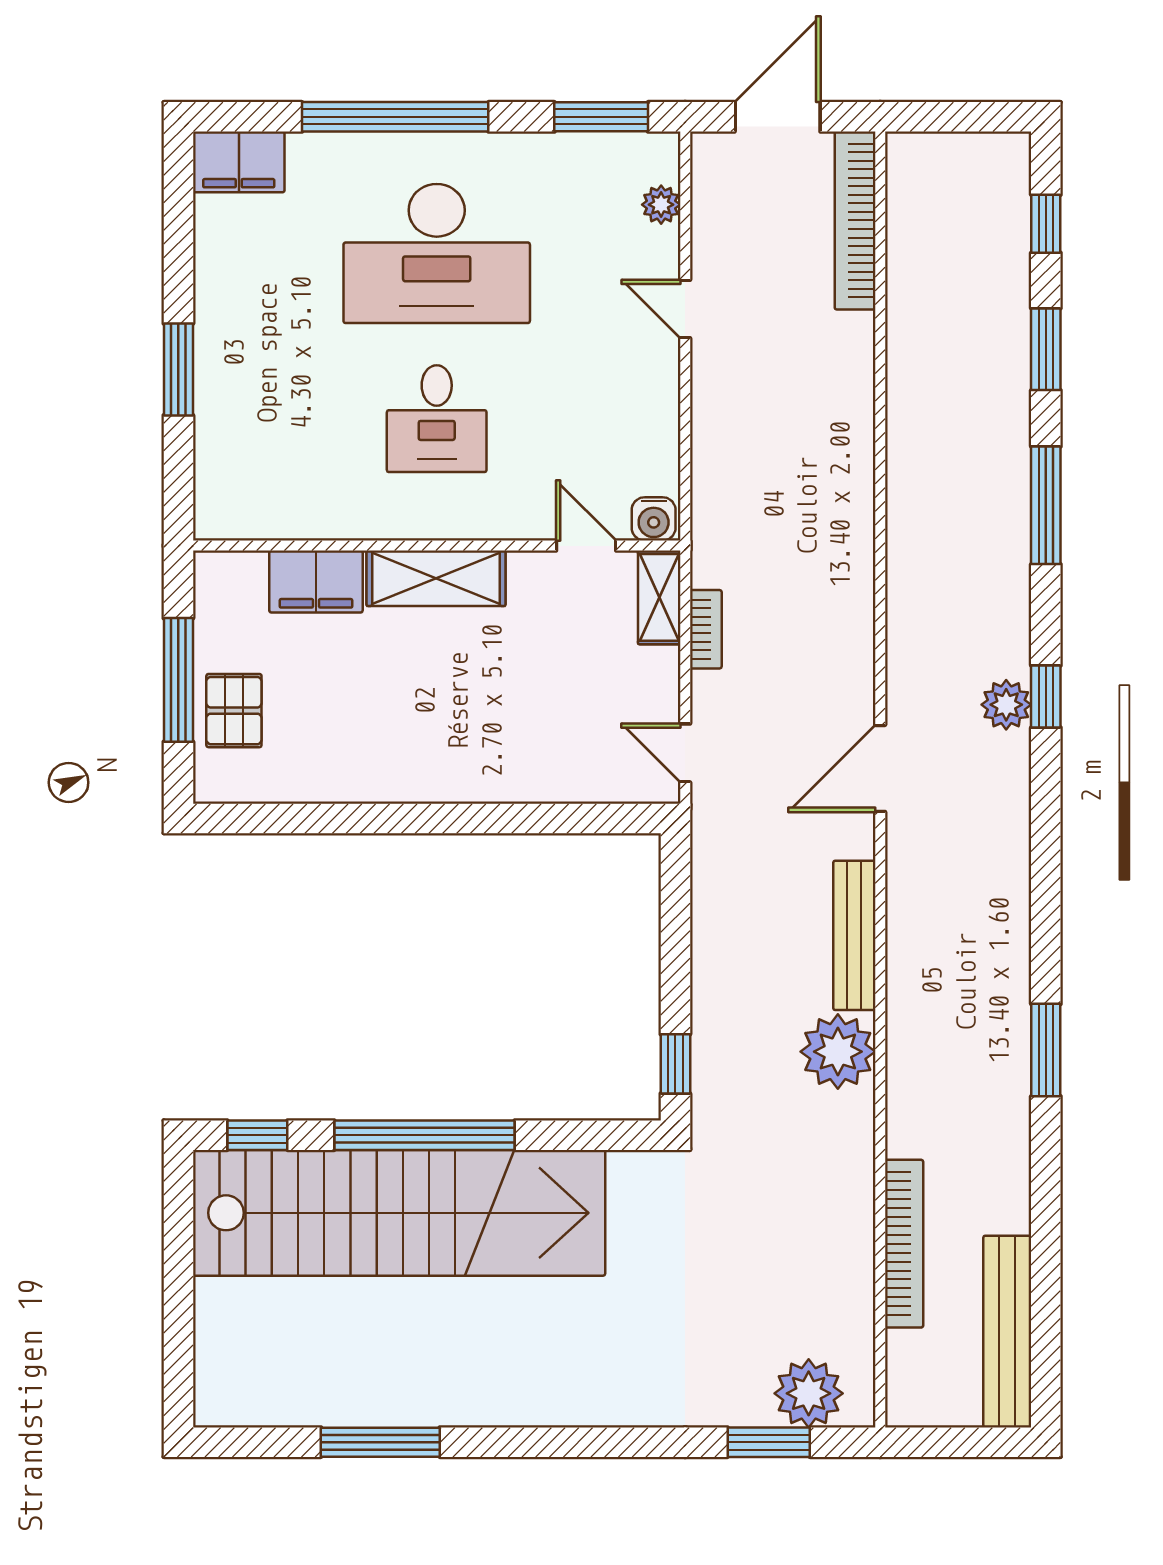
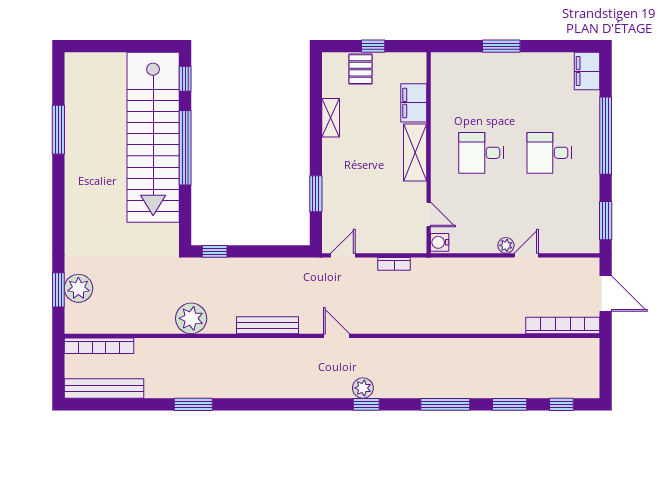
plant: (661, 205) -> (506, 245), moved
desk: (437, 254) -> (549, 153), width x0.53, depth x0.77
door: (586, 546) -> (429, 214), hinge flipped
shelving: (659, 597) -> (331, 118), moved, turned 90
window: (178, 680) -> (373, 46), width x0.46
pallet: (234, 711) -> (360, 69), turned 90
door: (880, 768) -> (337, 336), width x0.73
window: (536, 818) -> (316, 194), added
window: (1046, 1050) -> (193, 404), moved
plant: (838, 1052) -> (191, 318), moved
bookcase: (904, 1244) -> (99, 346), moved
plant: (809, 1393) -> (78, 288), moved

